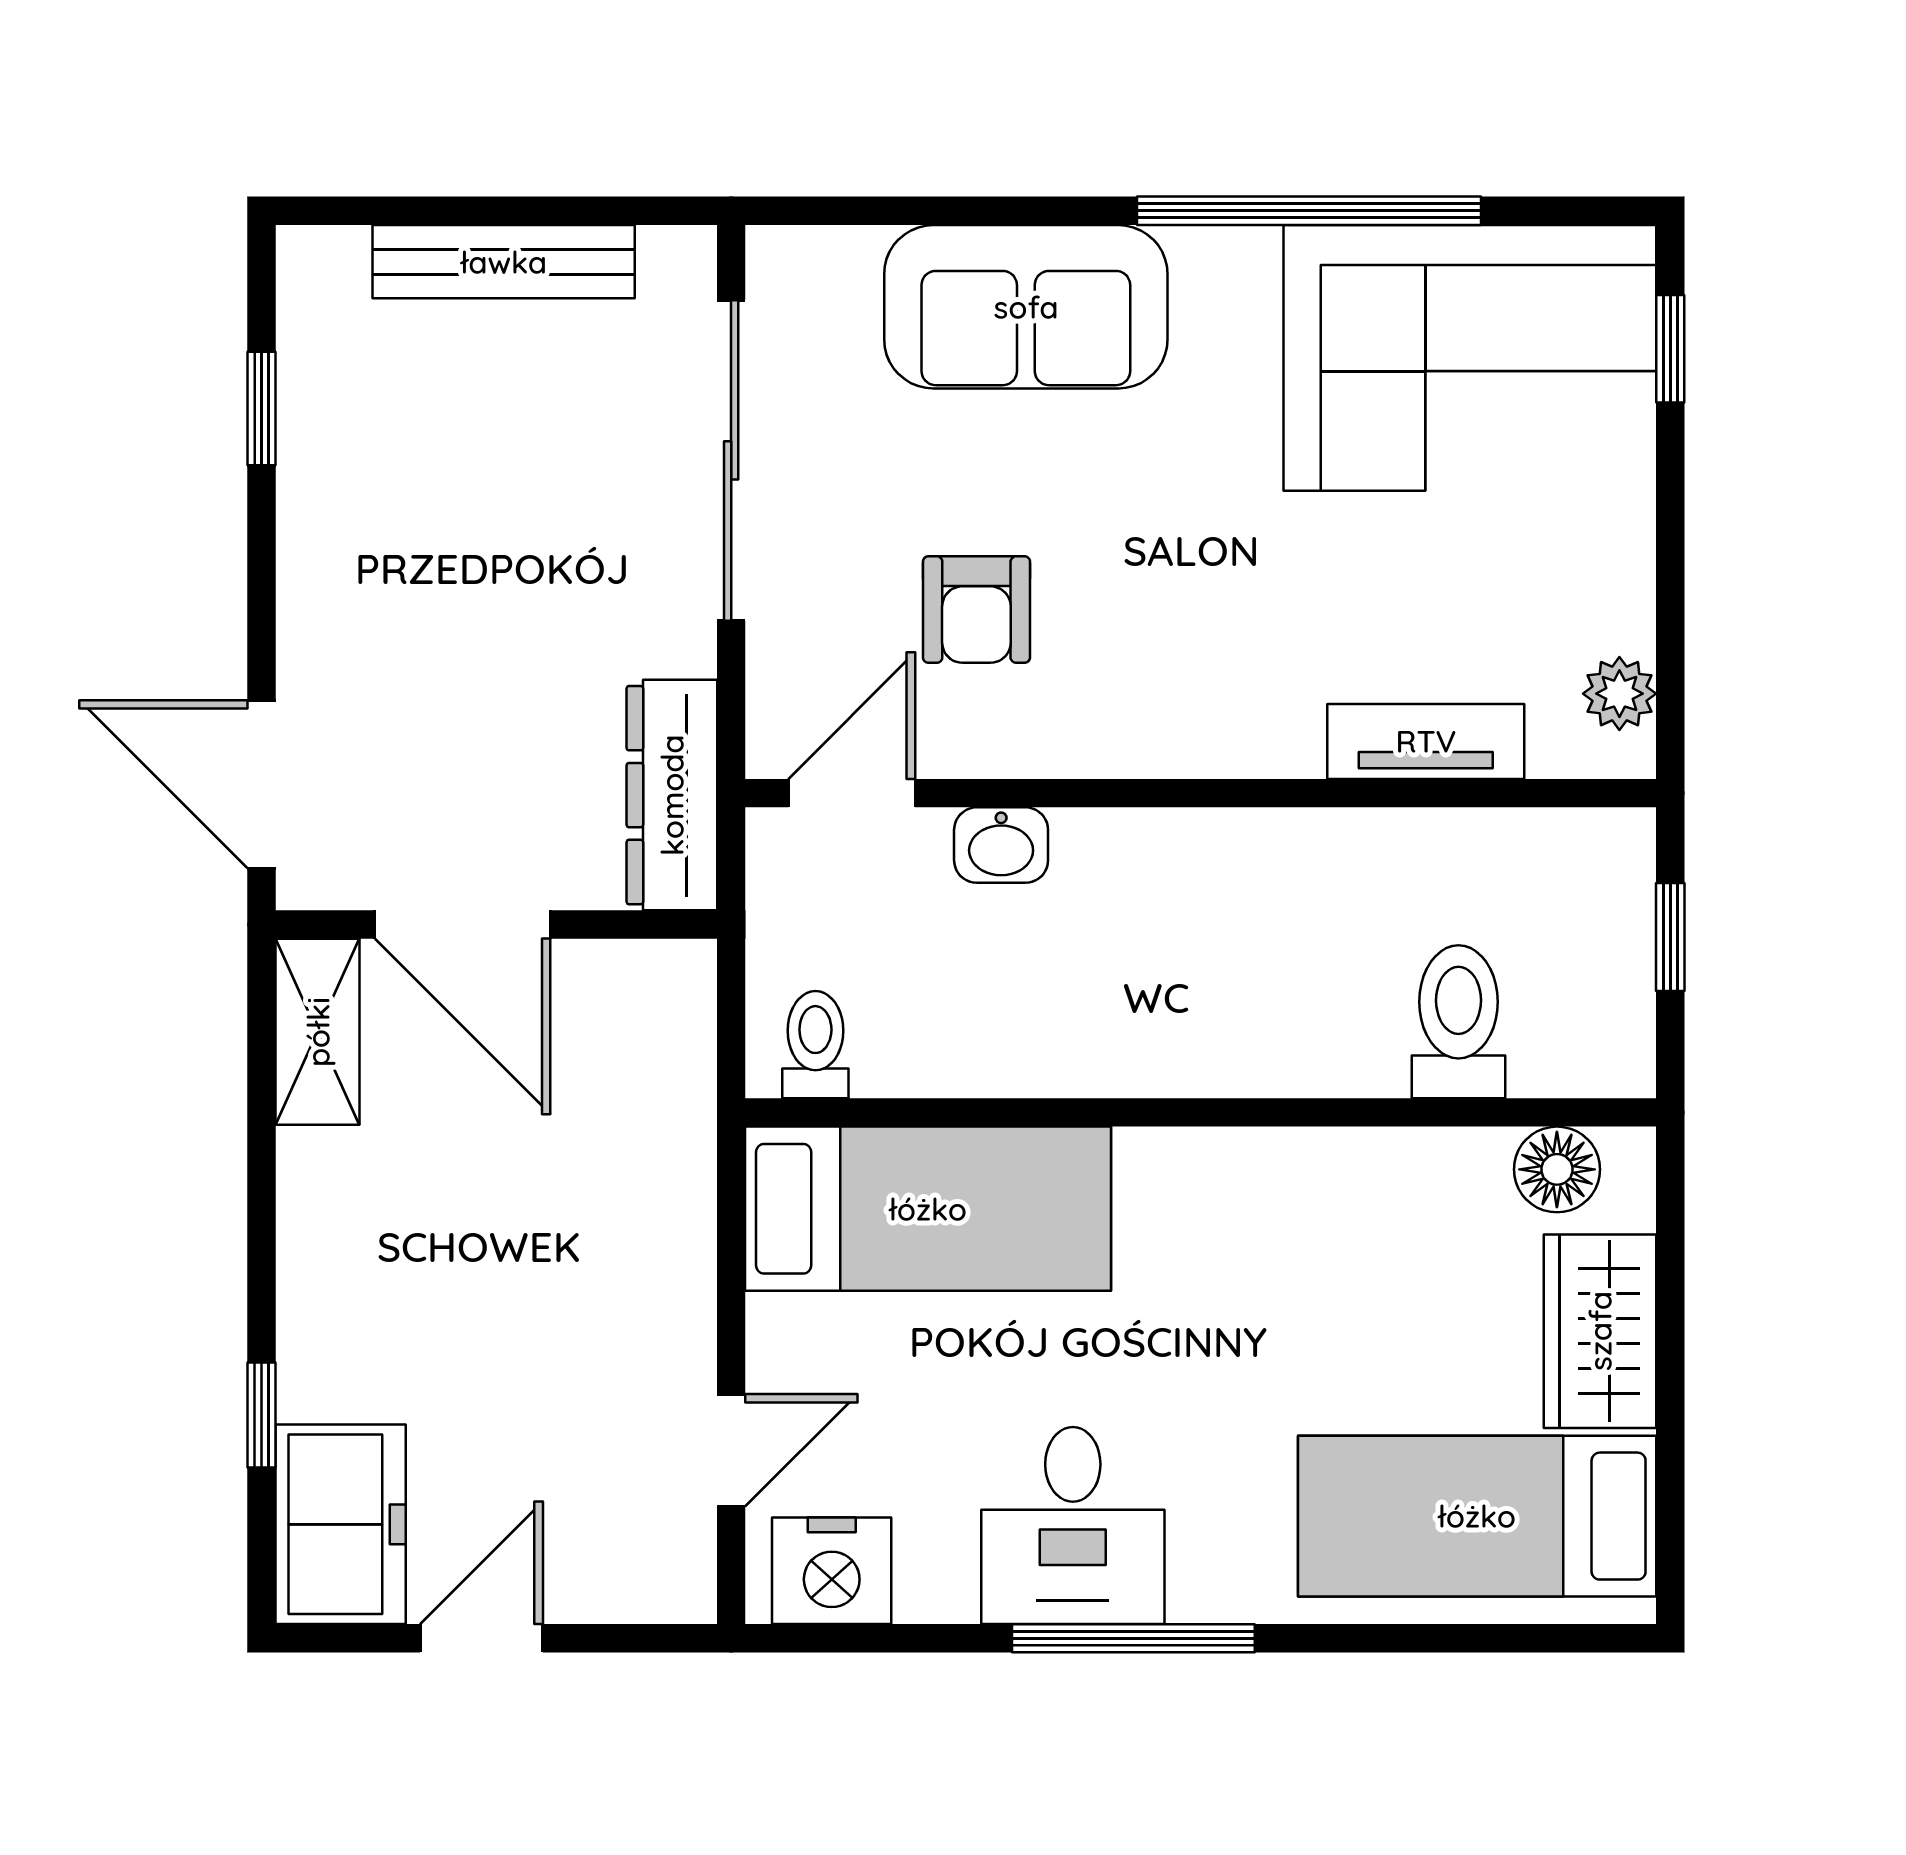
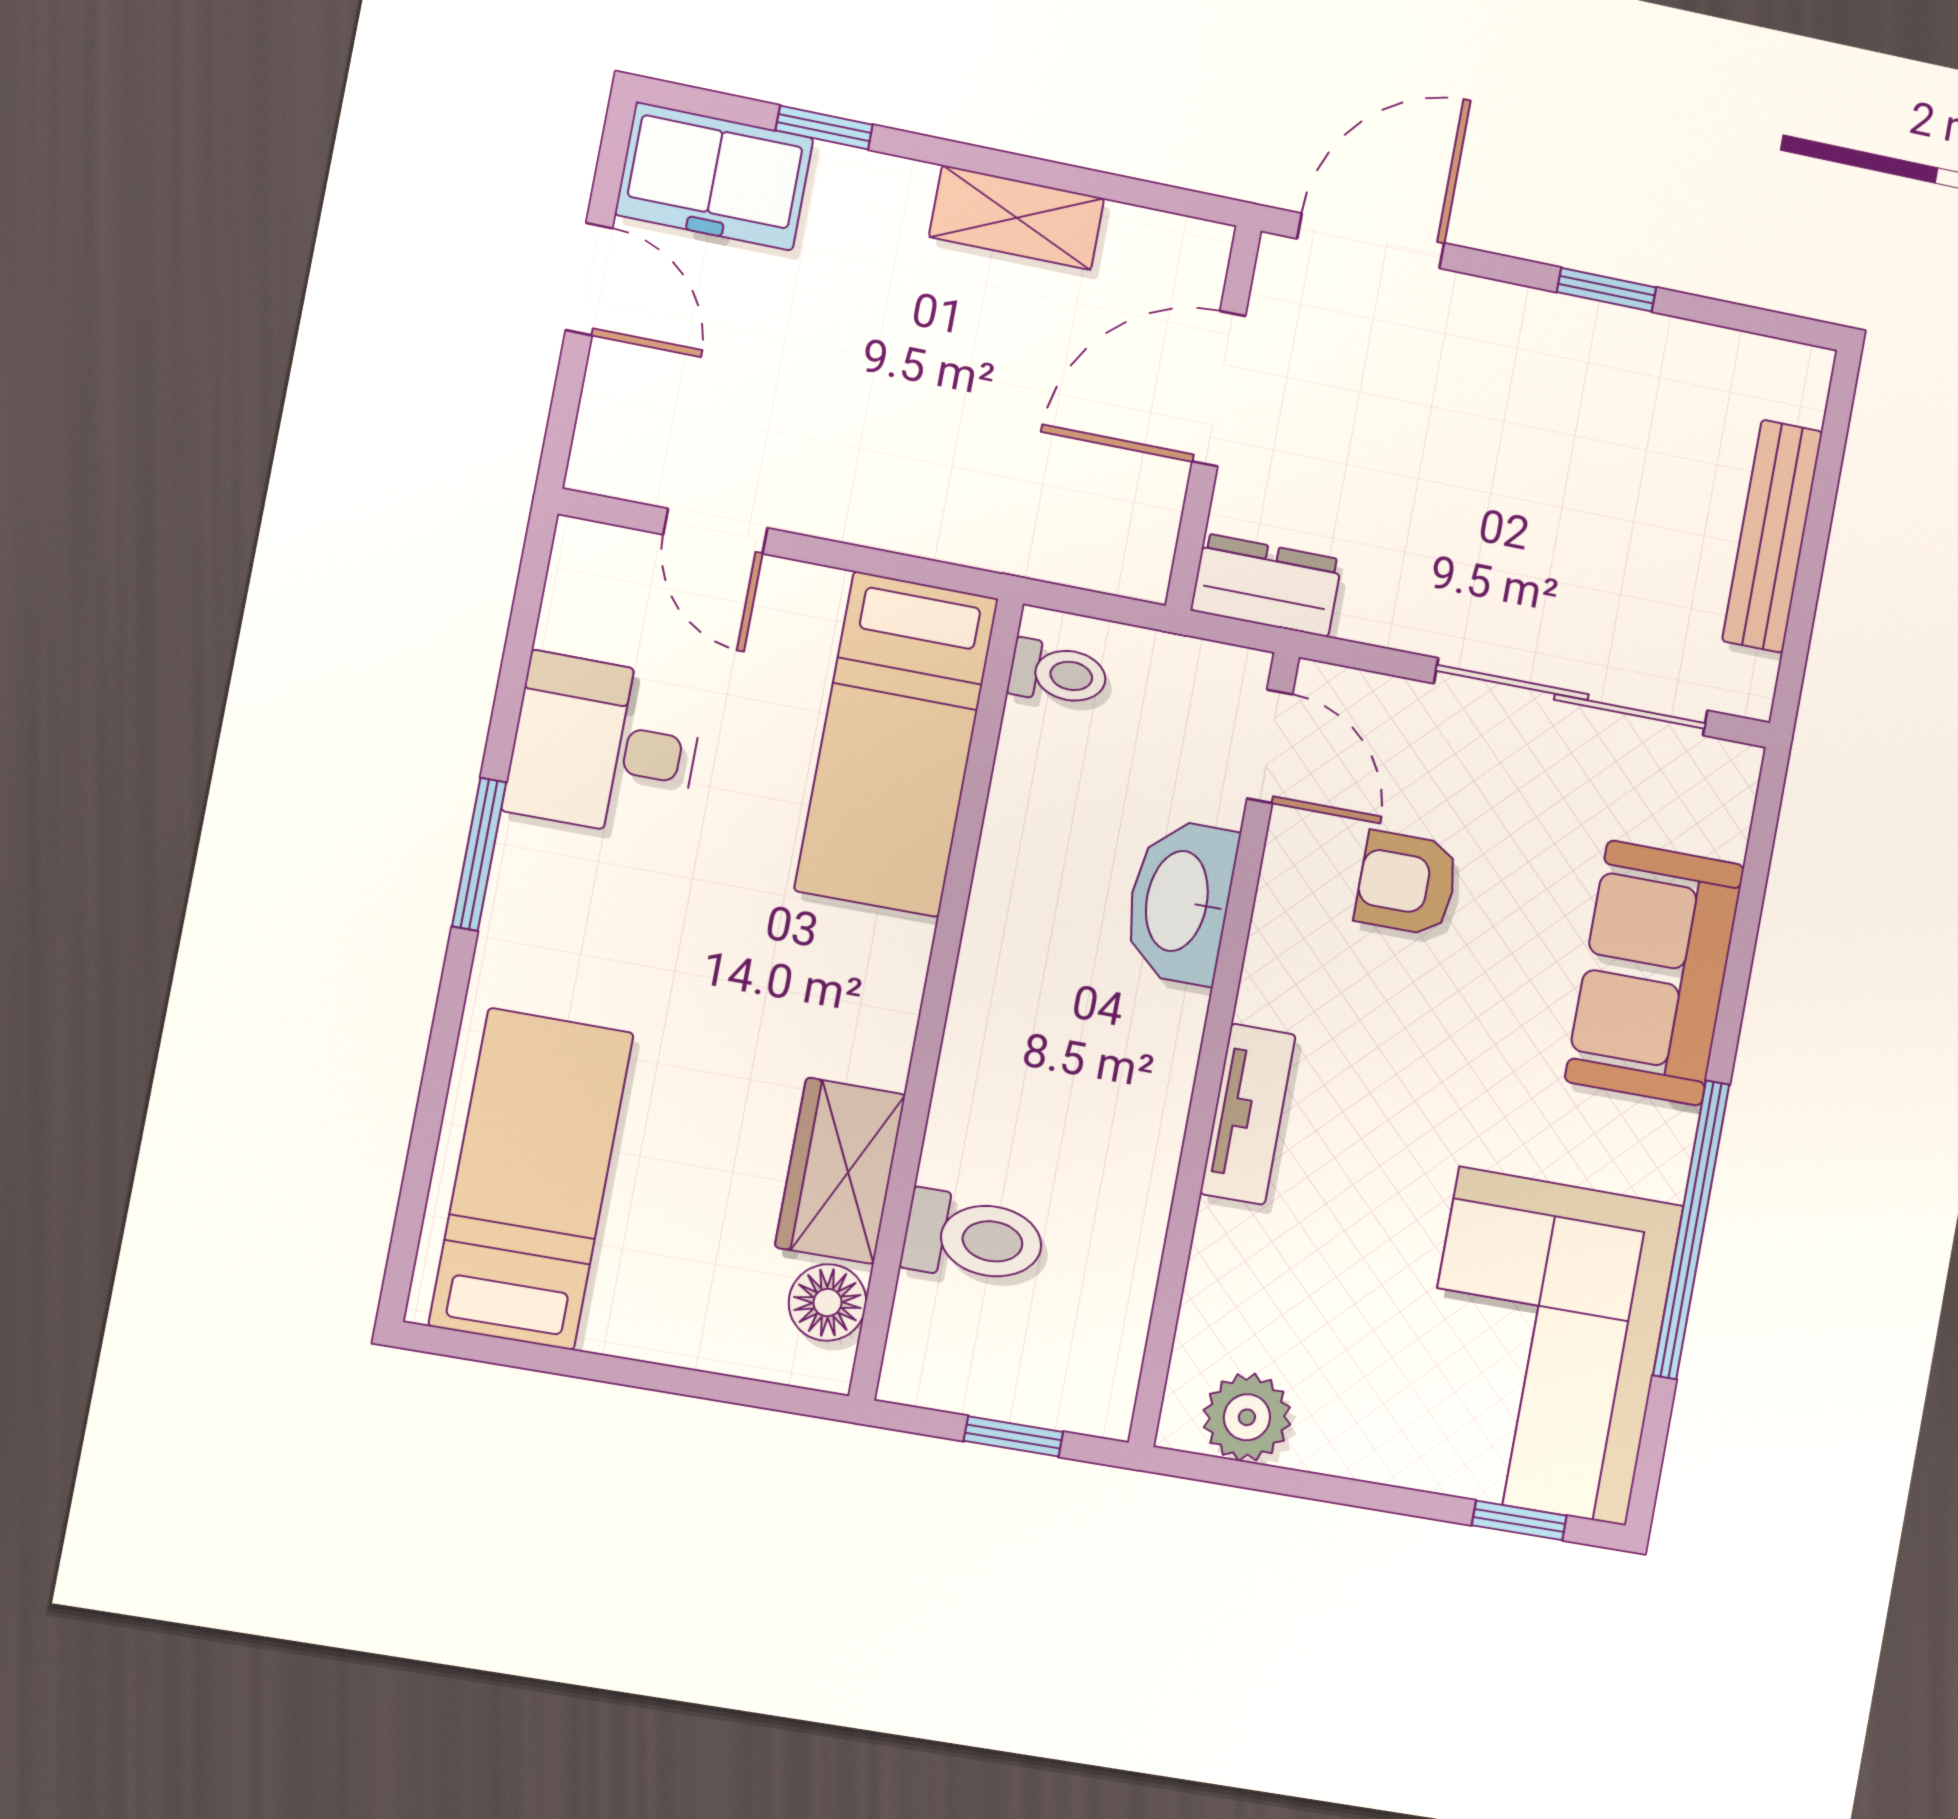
window: (262, 409) -> (1606, 290), moved
plant: (1619, 694) -> (1247, 1417), width x1.38, depth x1.38
tv unit: (1426, 741) -> (1248, 1114), moved
dresser: (672, 795) -> (1266, 585), width x0.70
washbasin: (1001, 845) -> (1180, 901), width x1.91, depth x1.45
shelving: (318, 1032) -> (1017, 218), moved
wardrobe: (1600, 1331) -> (840, 1171), moved, turned -90
desk: (1073, 1526) -> (605, 746), moved
nightstand: (832, 1571) -> (591, 599), removed
window: (1133, 1638) -> (479, 854), width x0.69

